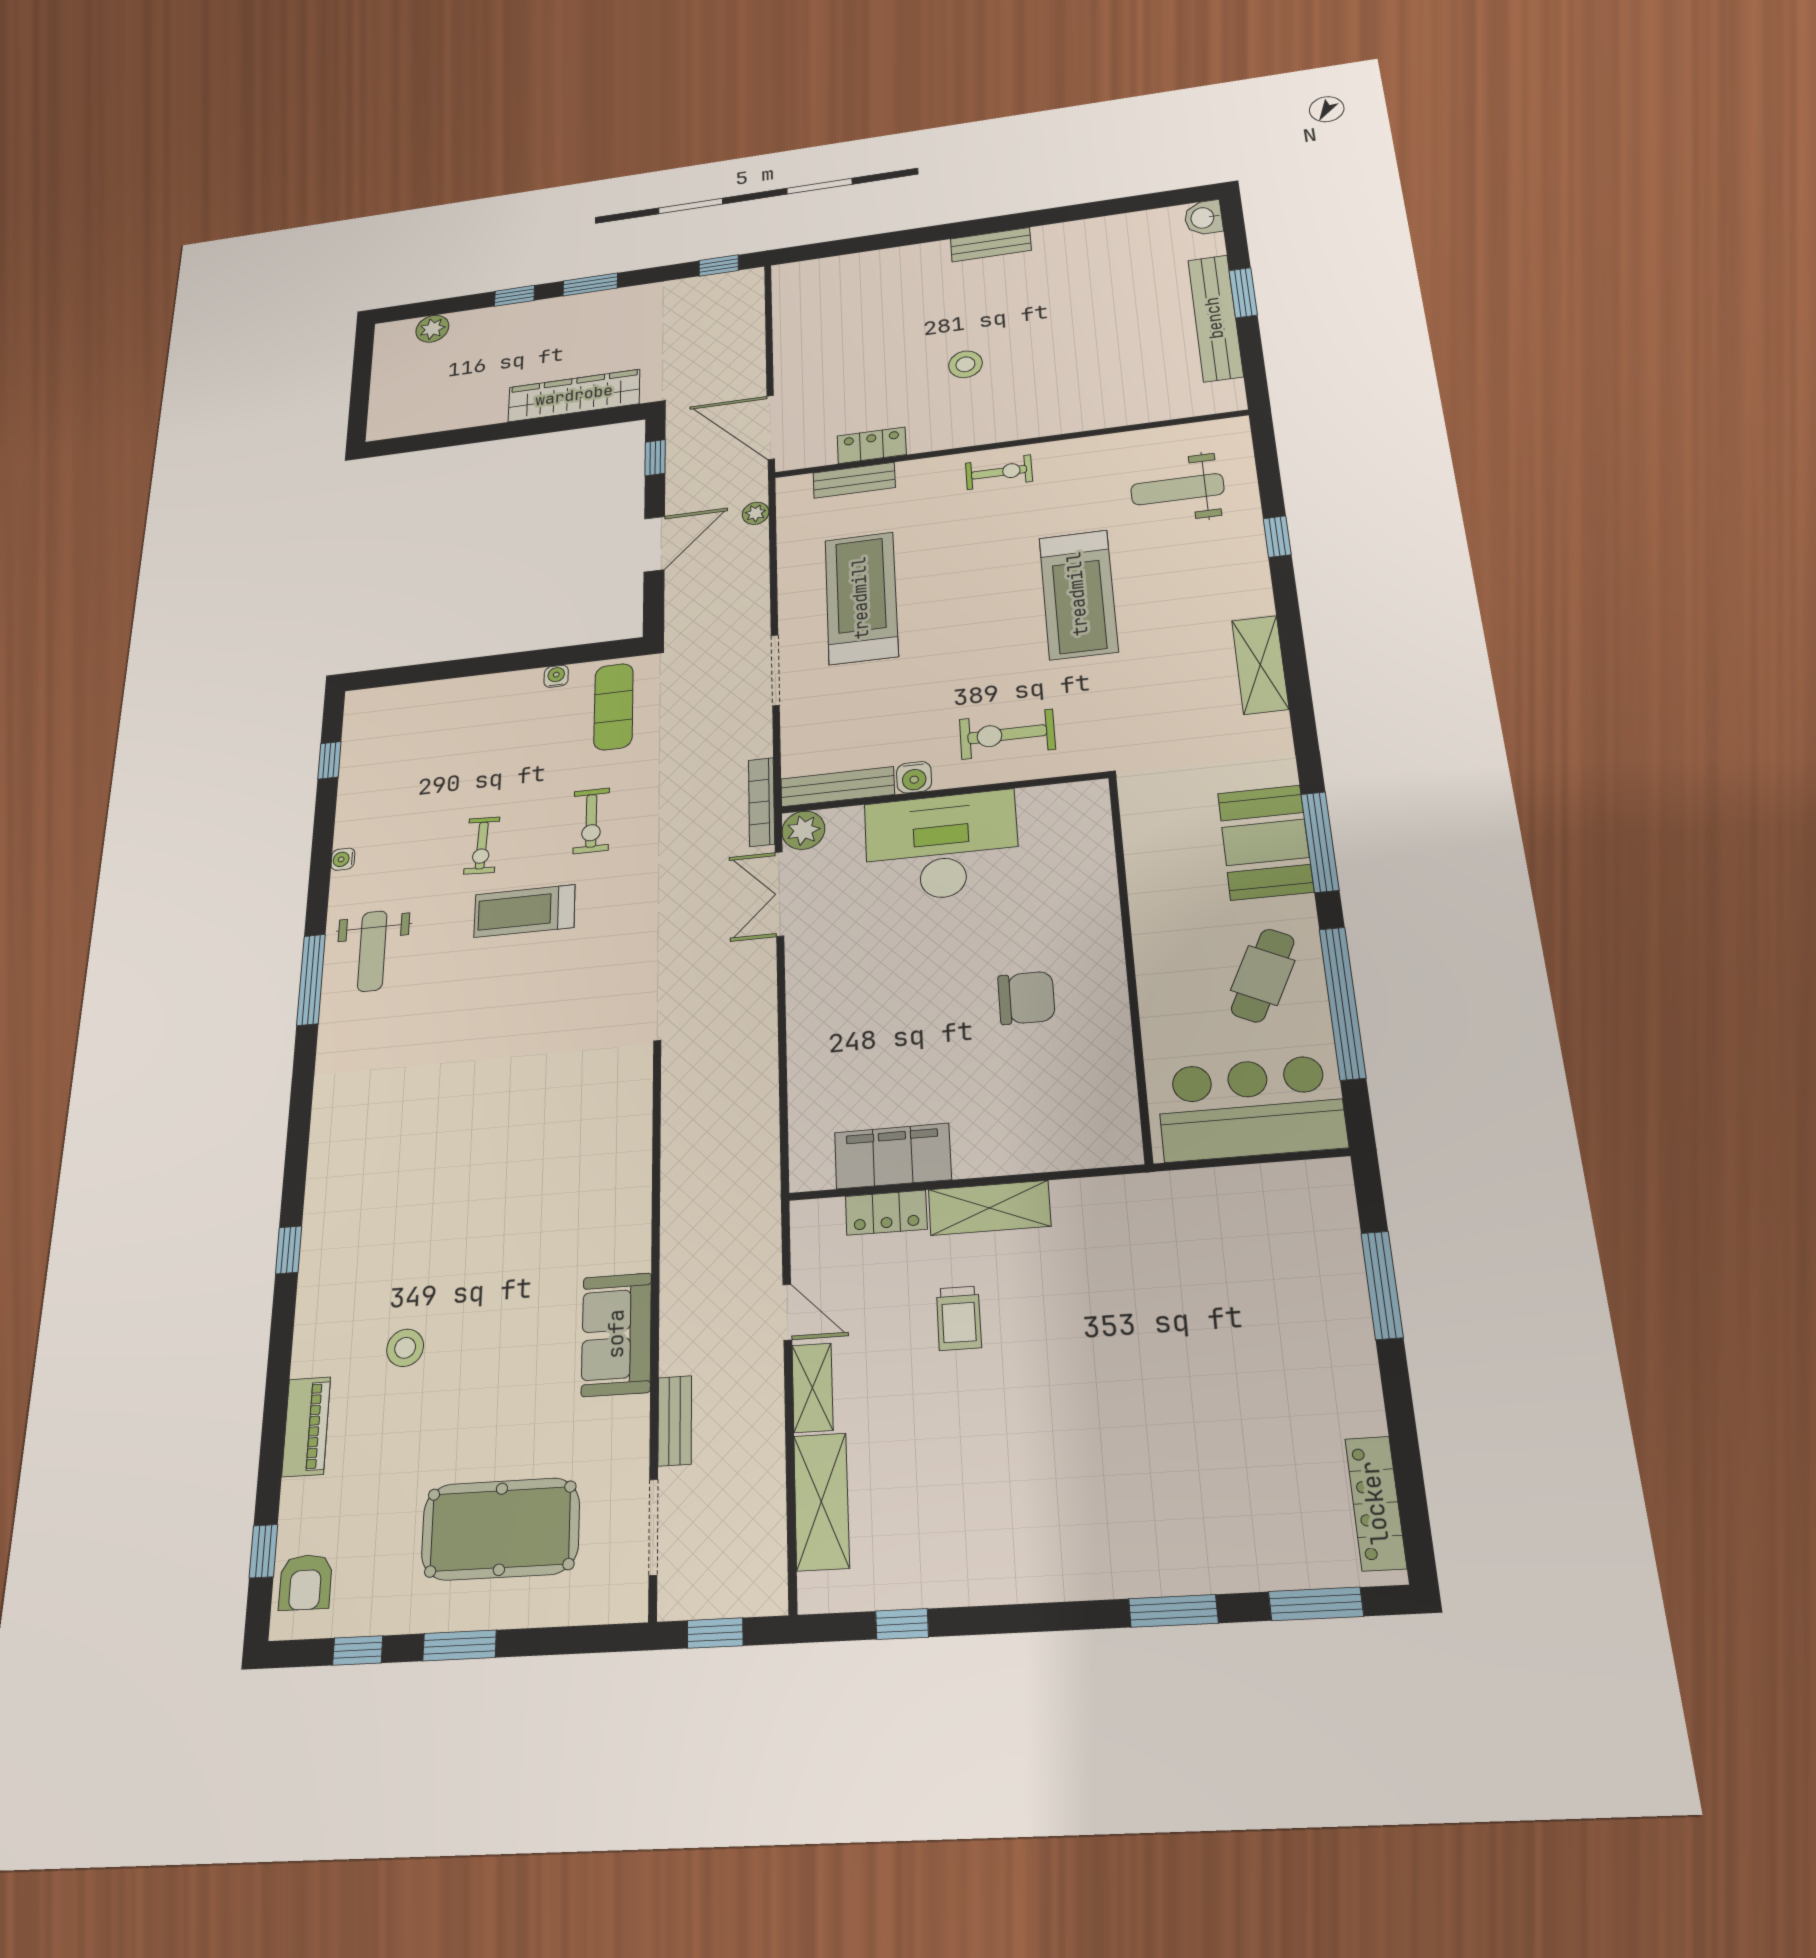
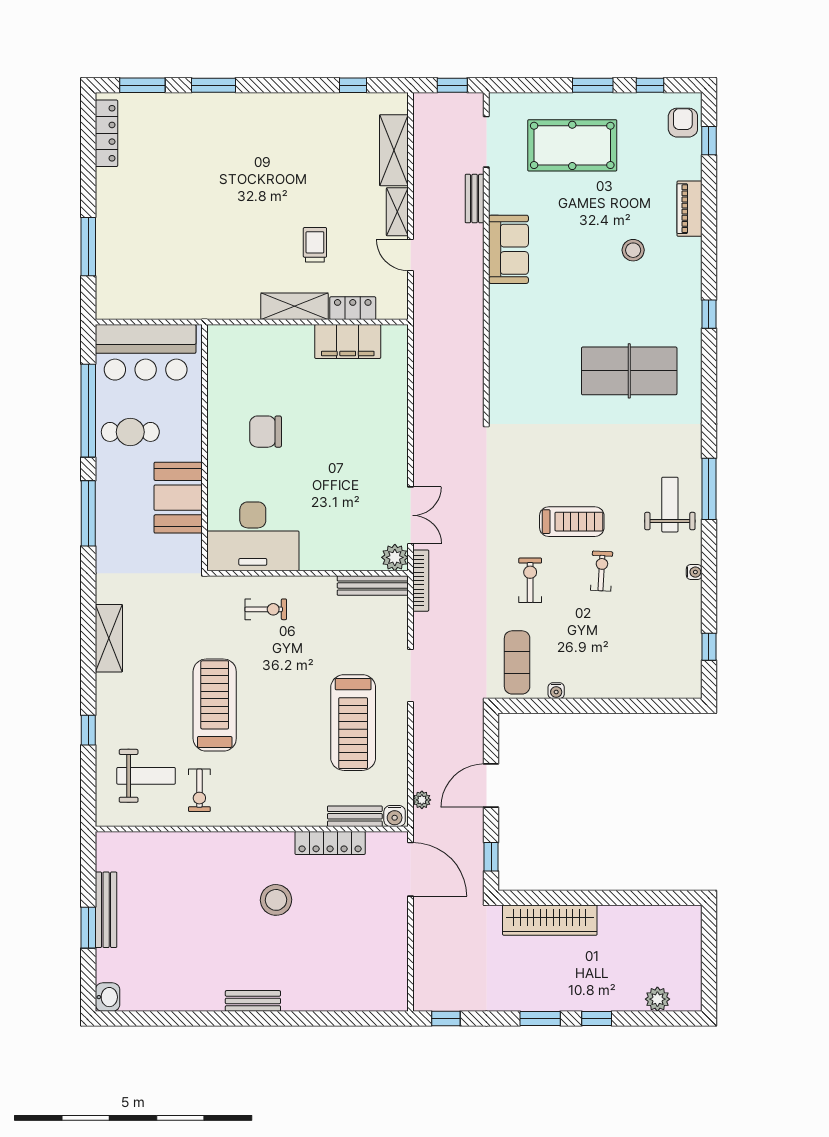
bench: (1215, 318) -> (106, 910), width x0.73, depth x0.82
stool: (965, 364) -> (276, 900), width x1.38, depth x1.38
locker: (872, 445) -> (330, 843), width x1.53
exercise bike: (999, 472) -> (199, 790), moved, turned -90
exercise bike: (1007, 734) -> (266, 609), width x0.73, depth x0.72
water cooler: (914, 777) -> (395, 816), moved, turned 180
booth: (1265, 842) -> (178, 498), moved
desk: (942, 846) -> (253, 536), moved
cafe table: (1263, 975) -> (130, 432), turned 64
table tennis table: (423, 1148) -> (629, 371), added

